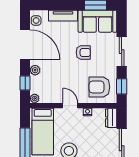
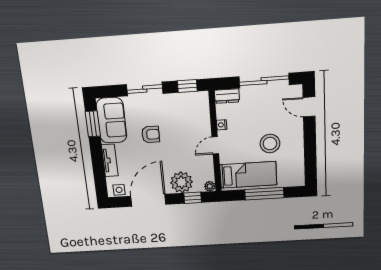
armchair: (83, 52) -> (151, 134), turned 90
plant: (35, 70) -> (181, 182), width x1.87, depth x1.87
armchair: (99, 87) -> (190, 113), removed

